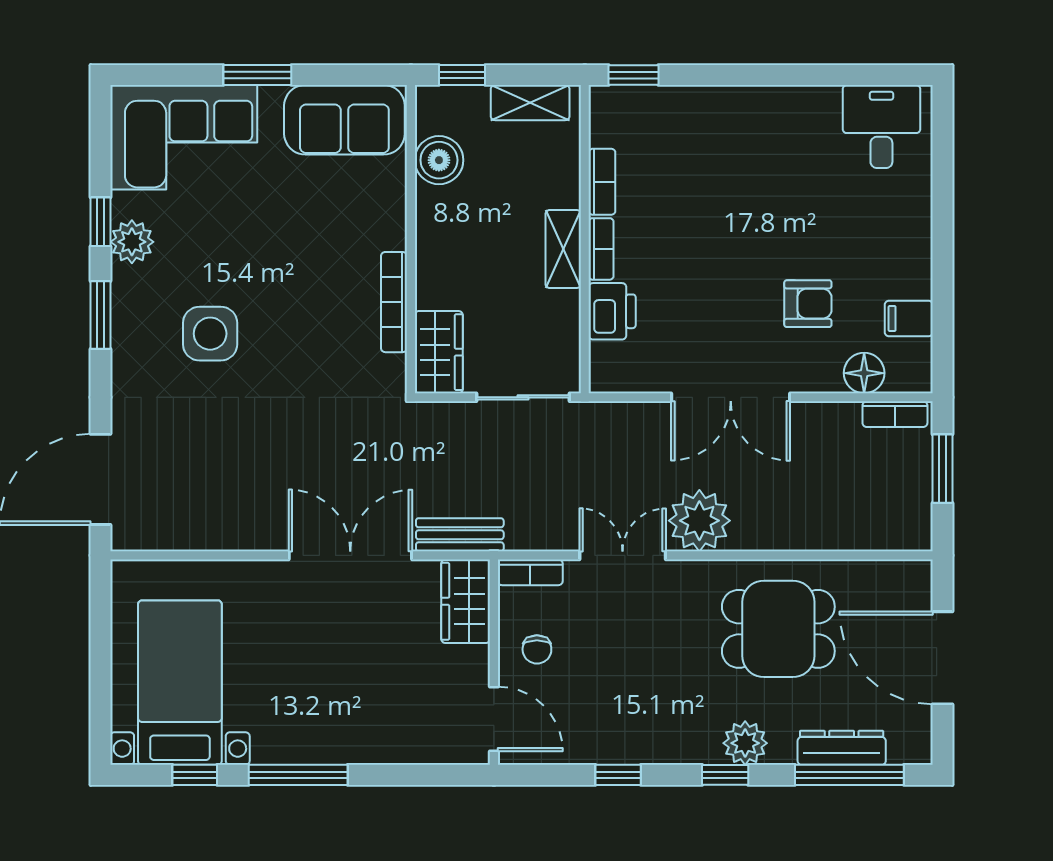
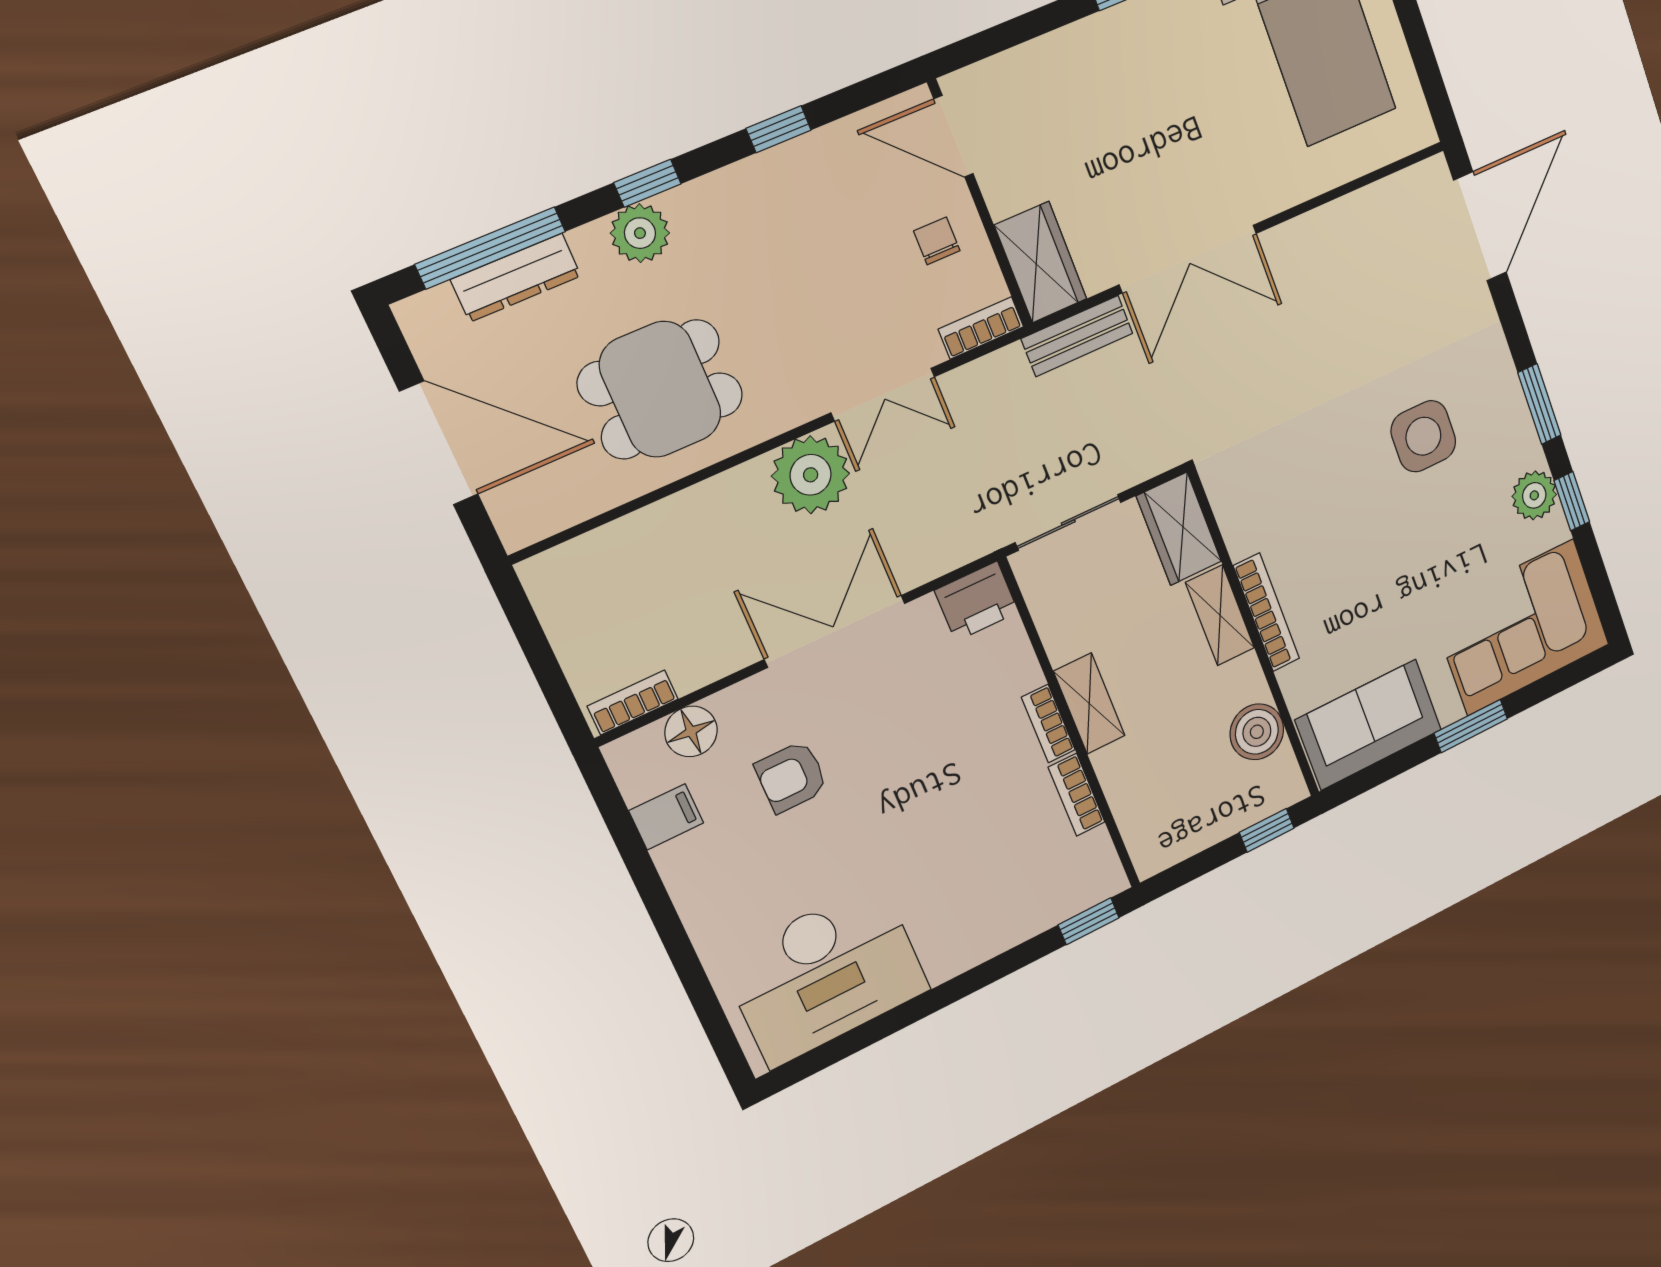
shelving: (530, 103) -> (1220, 615), moved, turned 90
desk: (881, 127) -> (826, 974), width x1.87, depth x1.30
bookcase: (394, 302) -> (1266, 612), moved
printer: (612, 311) -> (977, 601), moved, turned -90
window: (943, 469) -> (546, 667), removed

